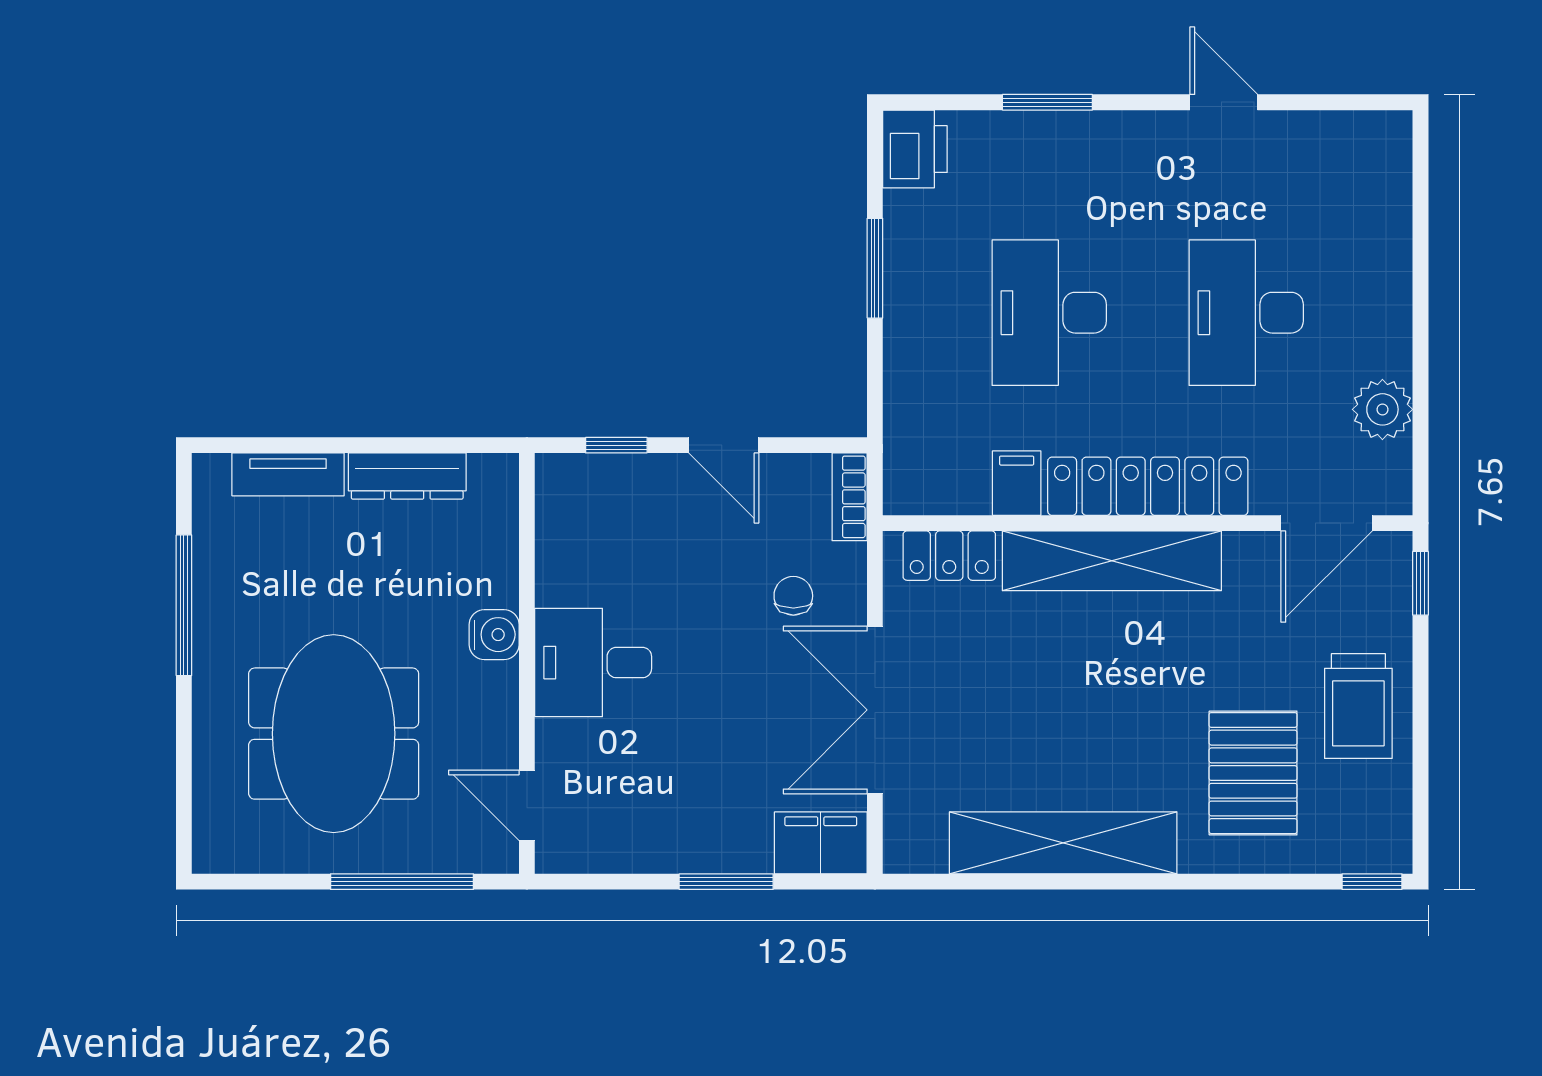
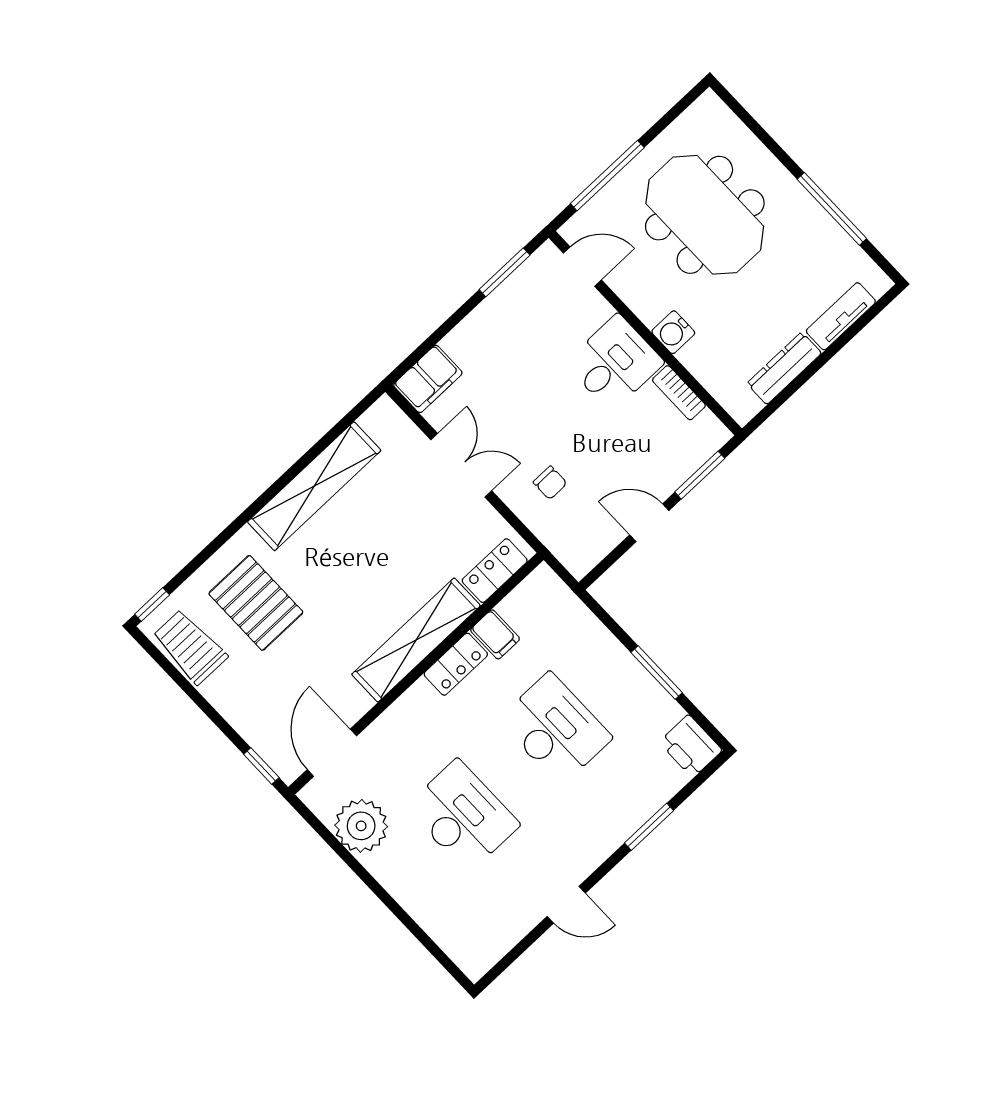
plant: (1382, 409) -> (361, 826), width x1.36, depth x1.36
window: (616, 445) -> (700, 475), width x1.50
locker: (1148, 486) -> (456, 664), width x0.46, depth x0.83
bookcase: (850, 497) -> (679, 393), moved, turned 180
trolley: (1358, 706) -> (190, 647), moved
double door: (875, 710) -> (461, 465), width x0.73
window: (726, 882) -> (505, 272), moved

